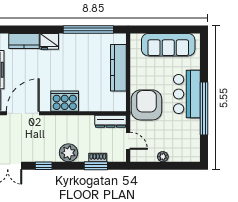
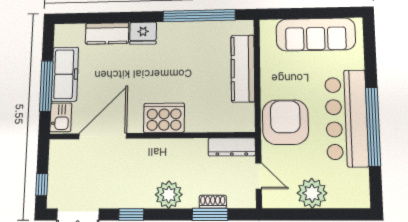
bar counter: (187, 94) -> (346, 118), width x1.36
plant: (163, 157) -> (312, 193), width x1.88, depth x1.88

